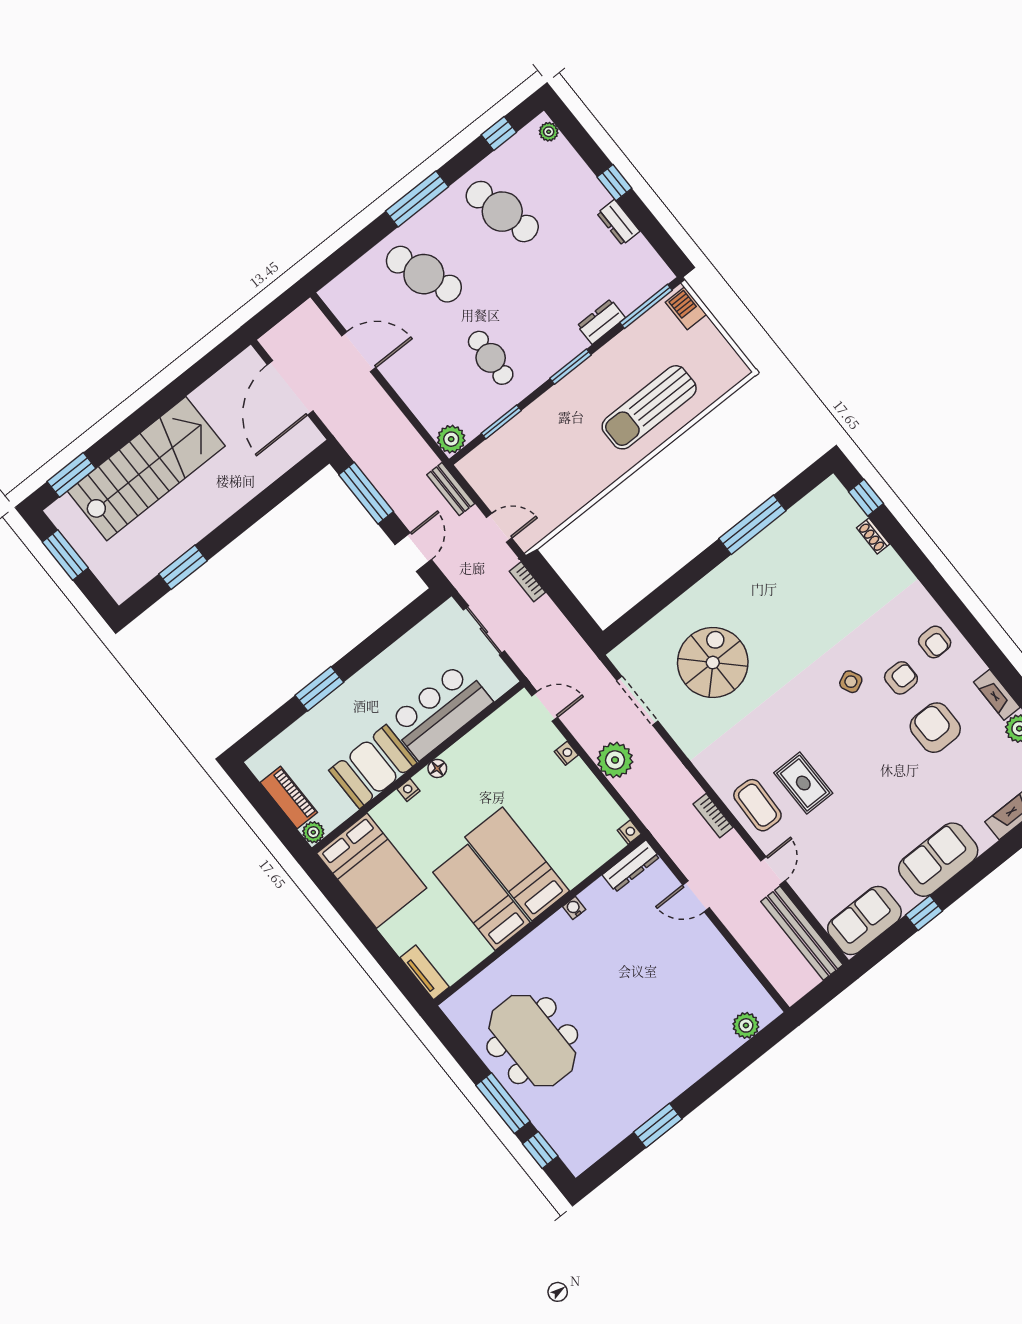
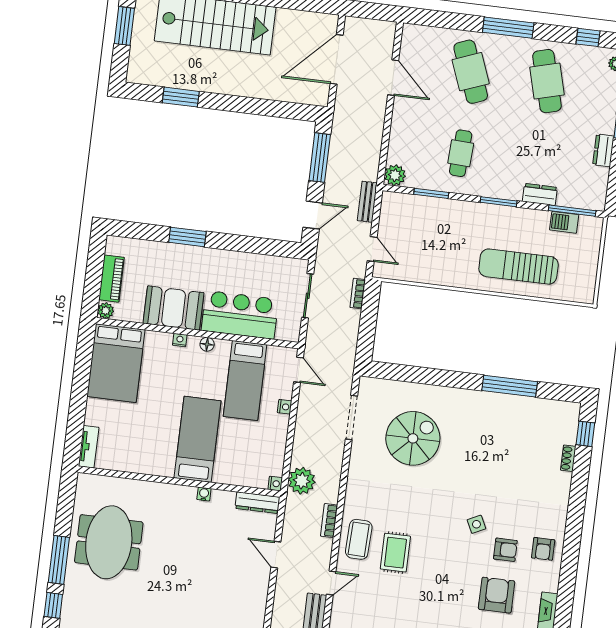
barbecue: (686, 308) -> (564, 222), moved, turned -90
plant: (615, 760) -> (302, 481), moved
bed: (481, 897) -> (245, 381), moved, turned 180

